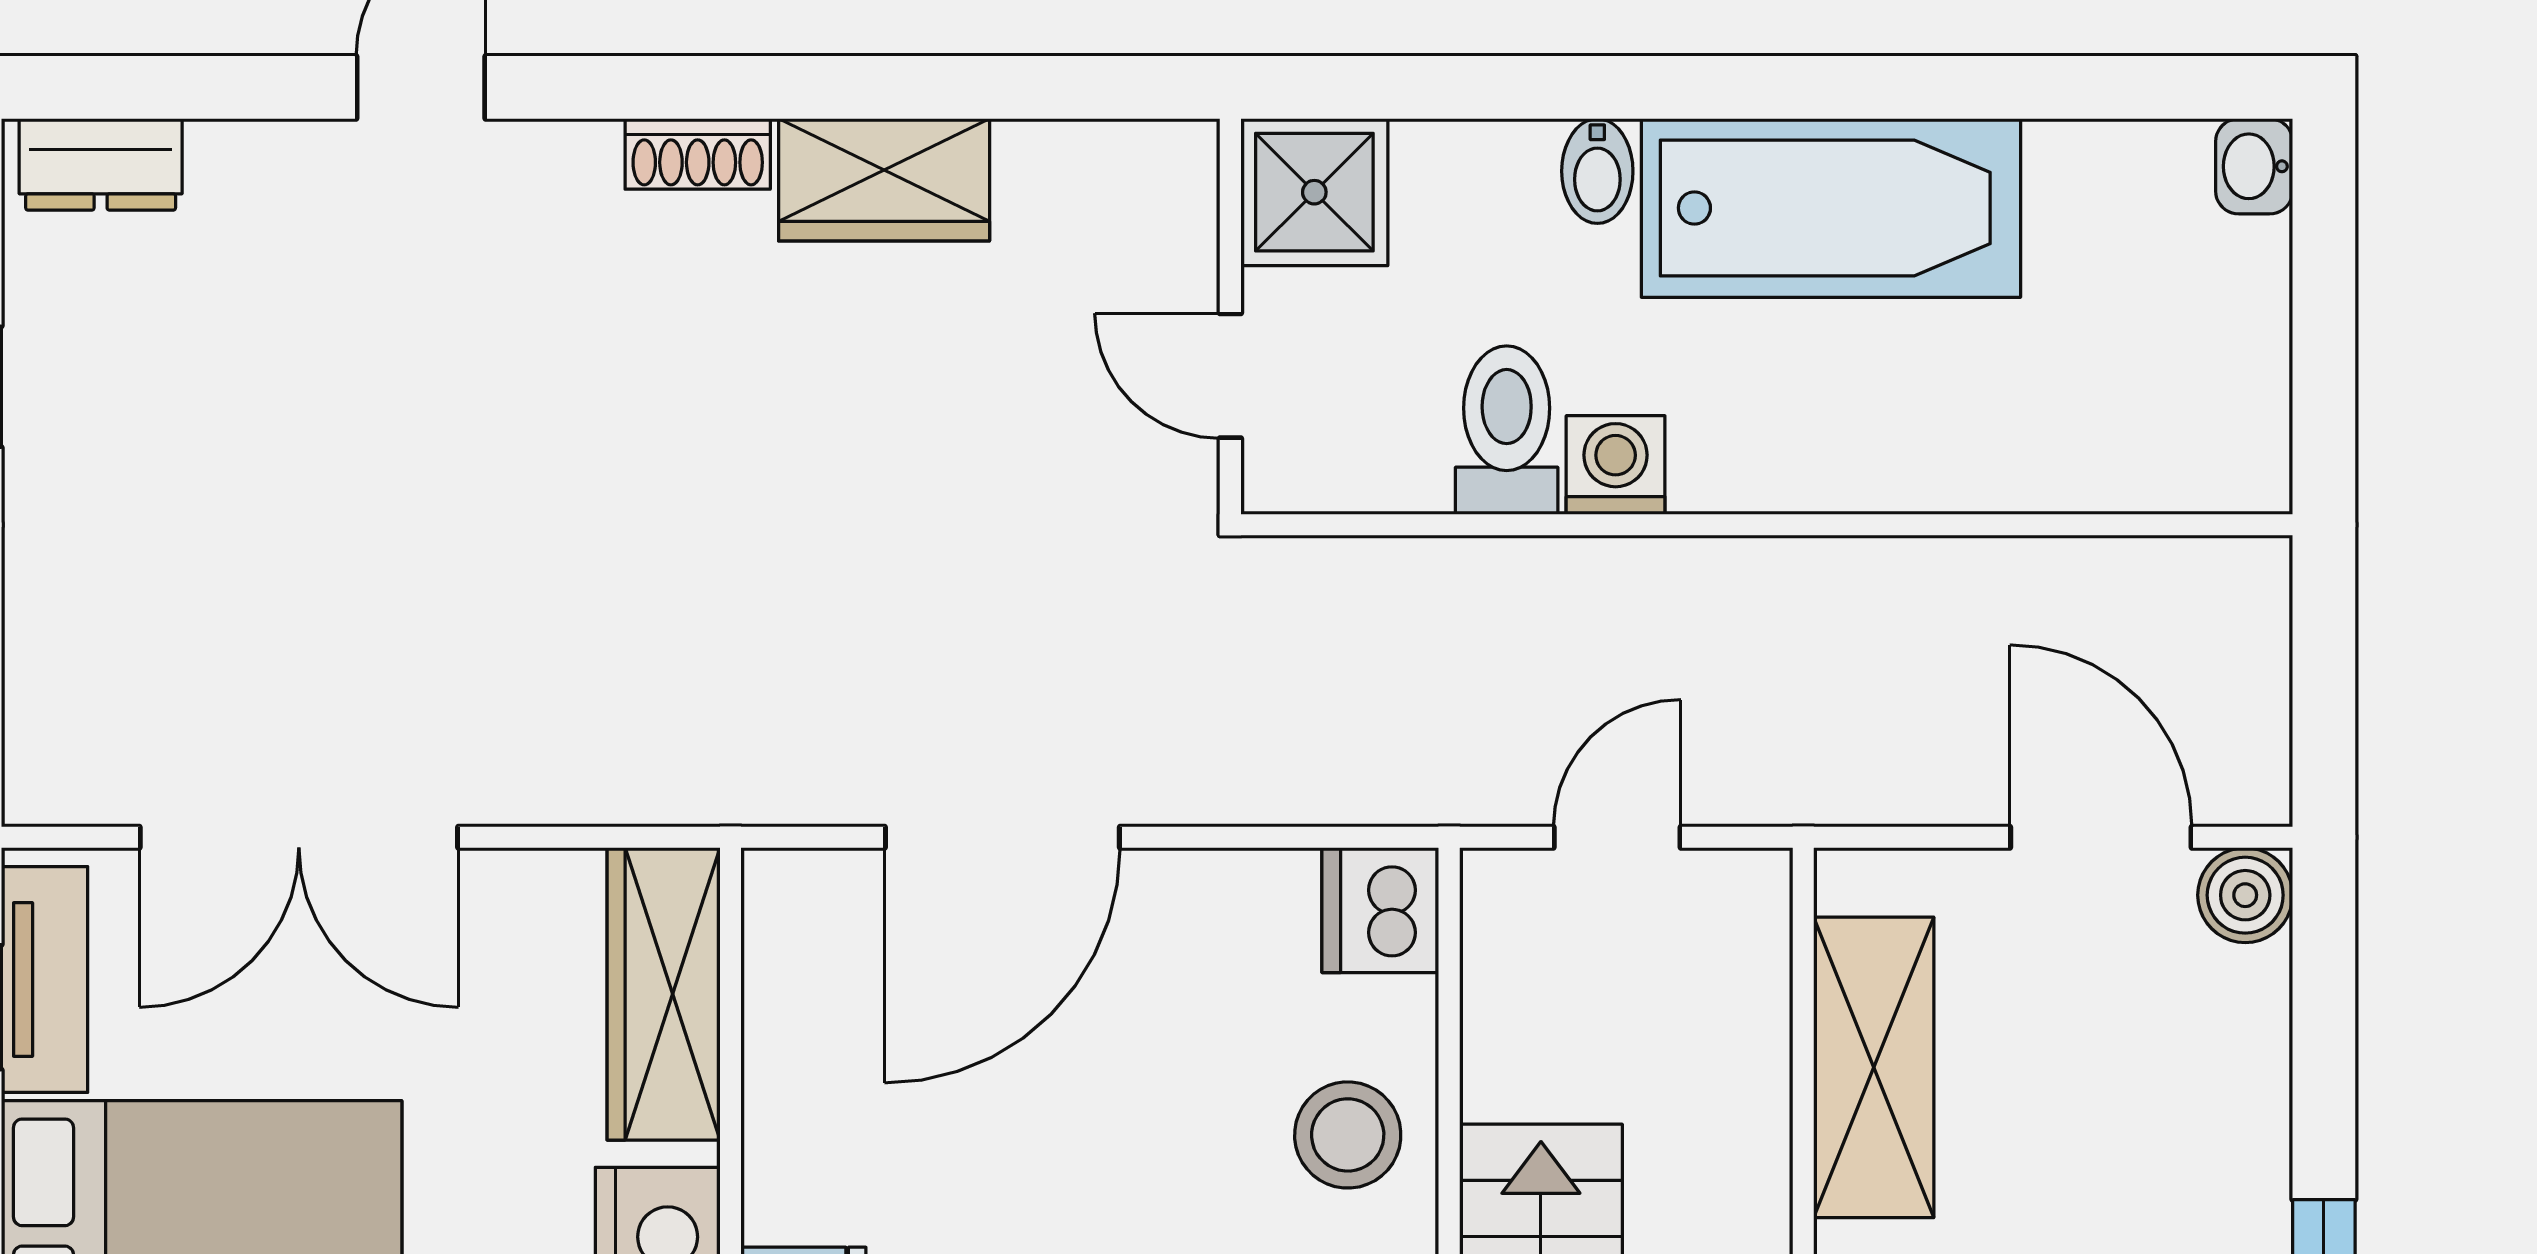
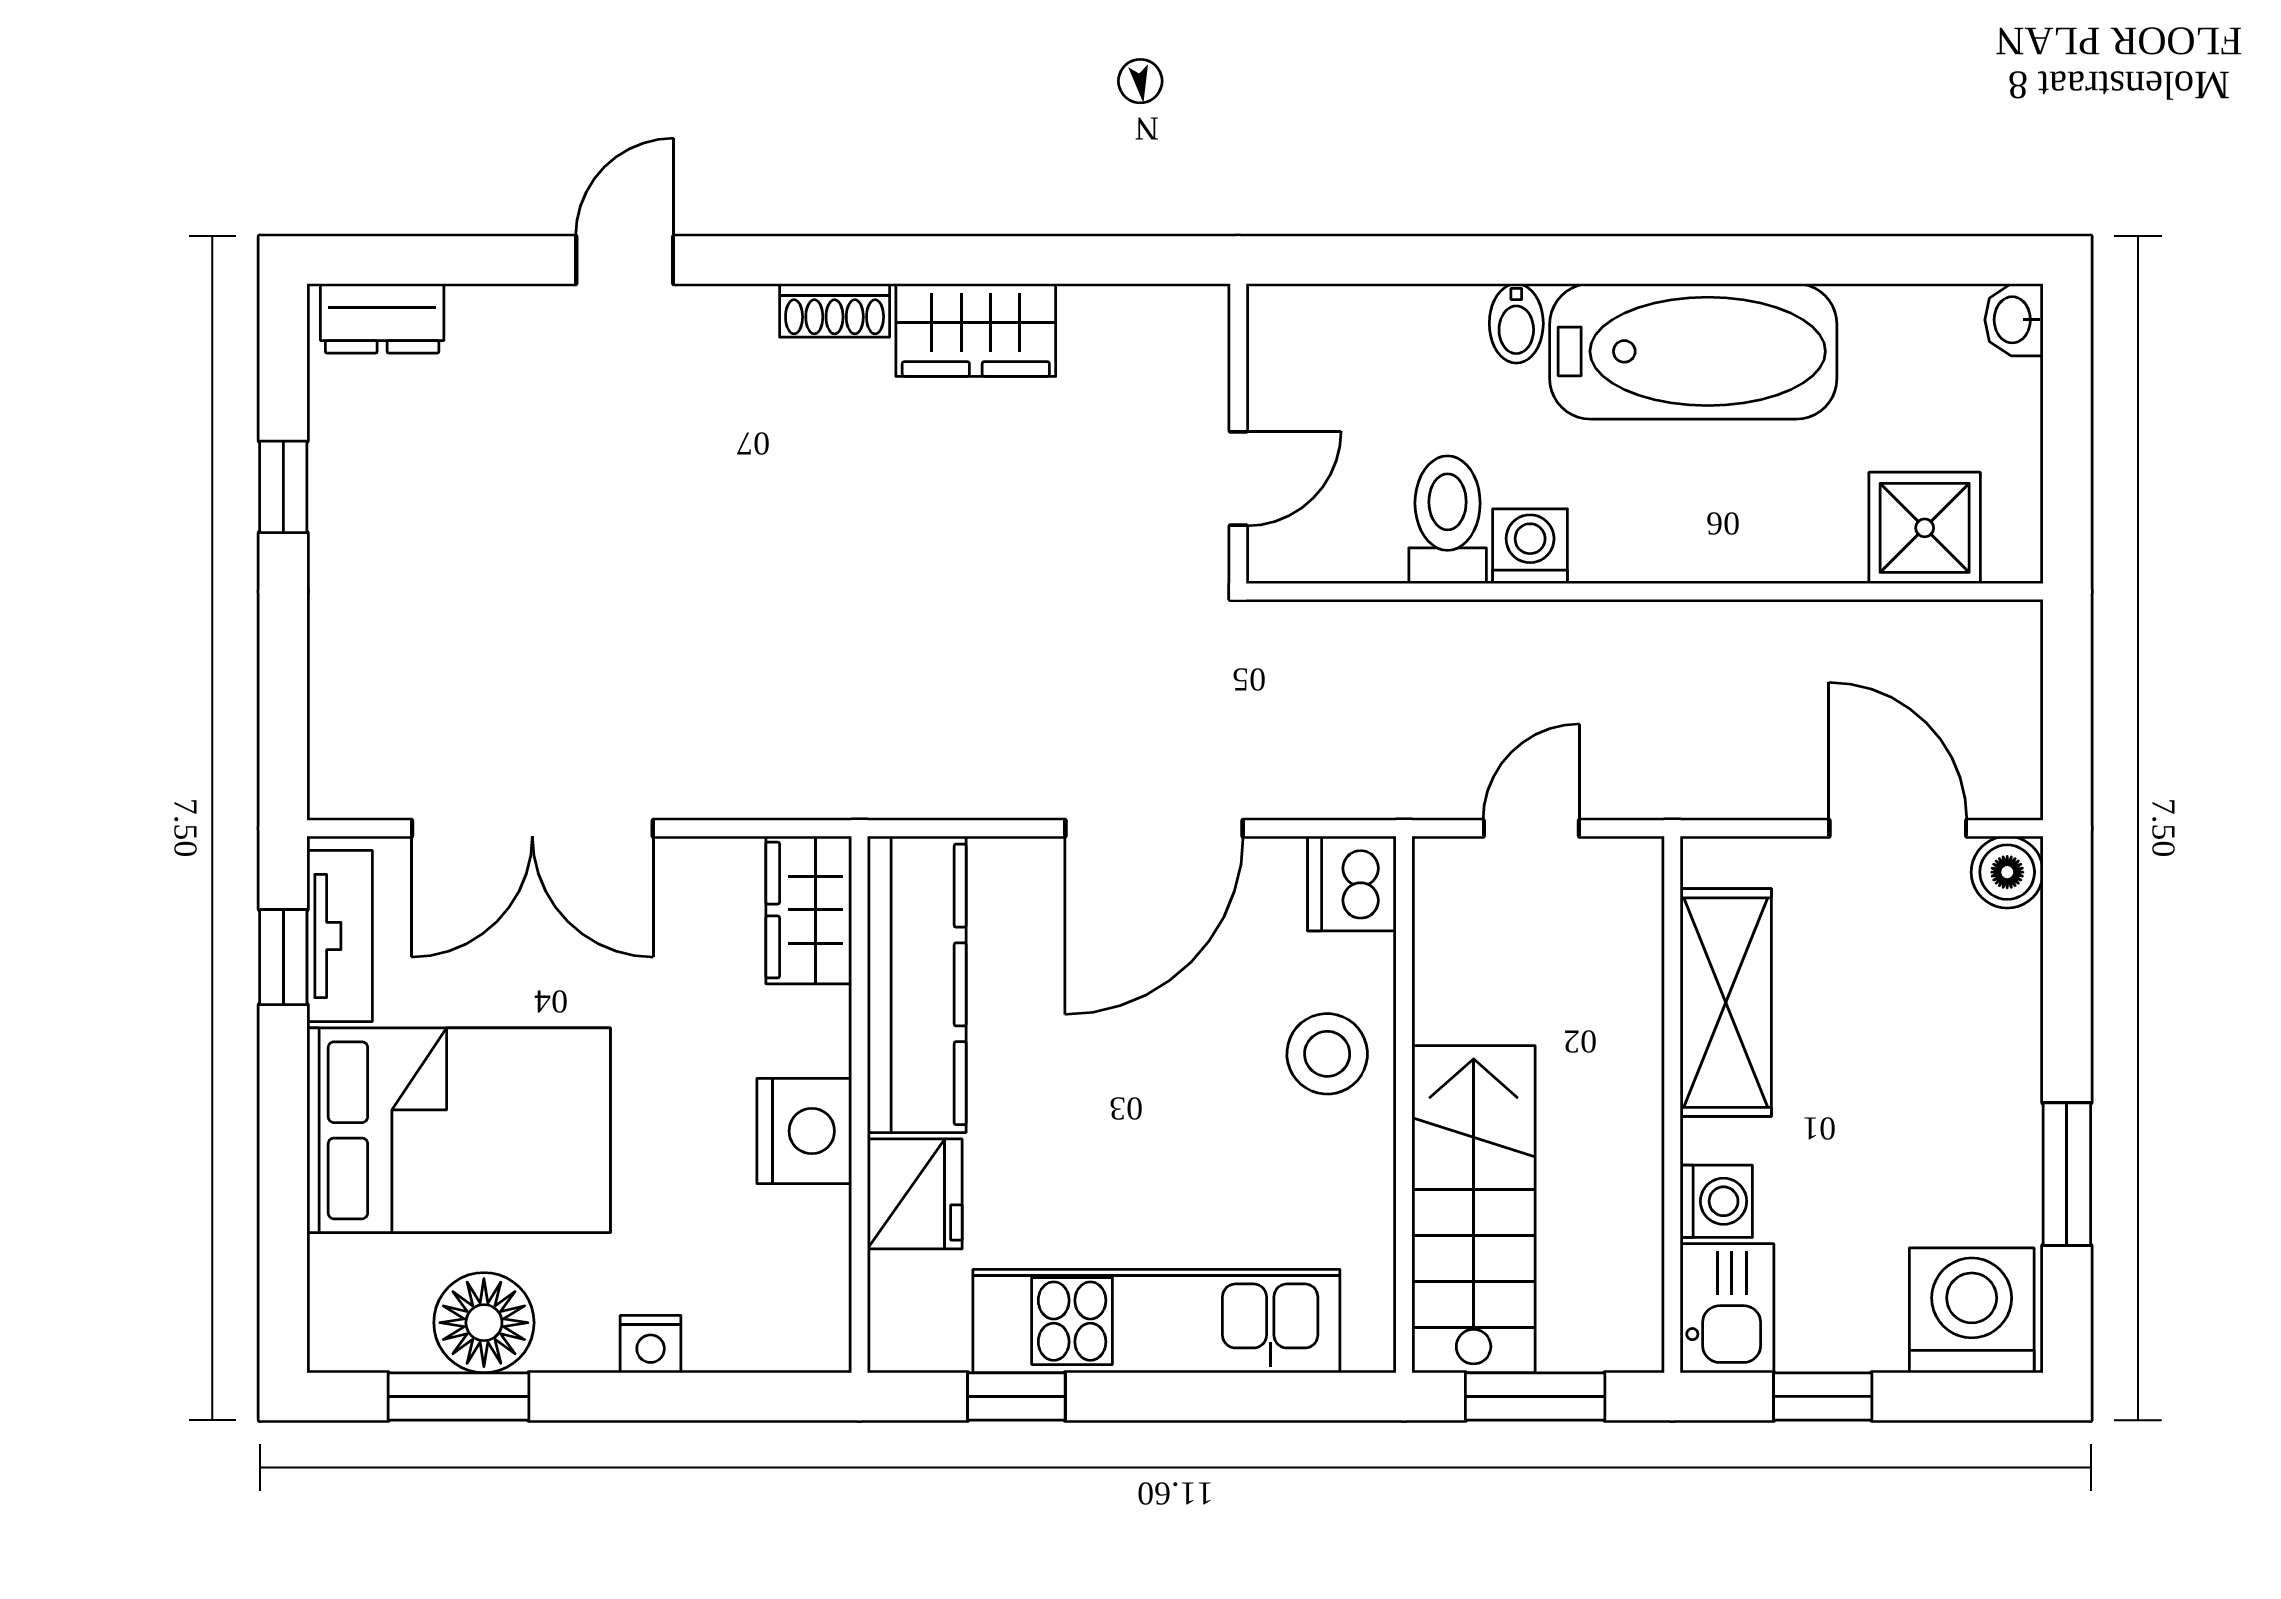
shower: (1314, 192) -> (1925, 528), moved
door: (1230, 376) -> (1238, 479), swing flipped
door: (1002, 837) -> (1154, 828), moved
wardrobe: (664, 994) -> (809, 910), width x0.67
kitchen counter: (806, 1043) -> (917, 984), added

